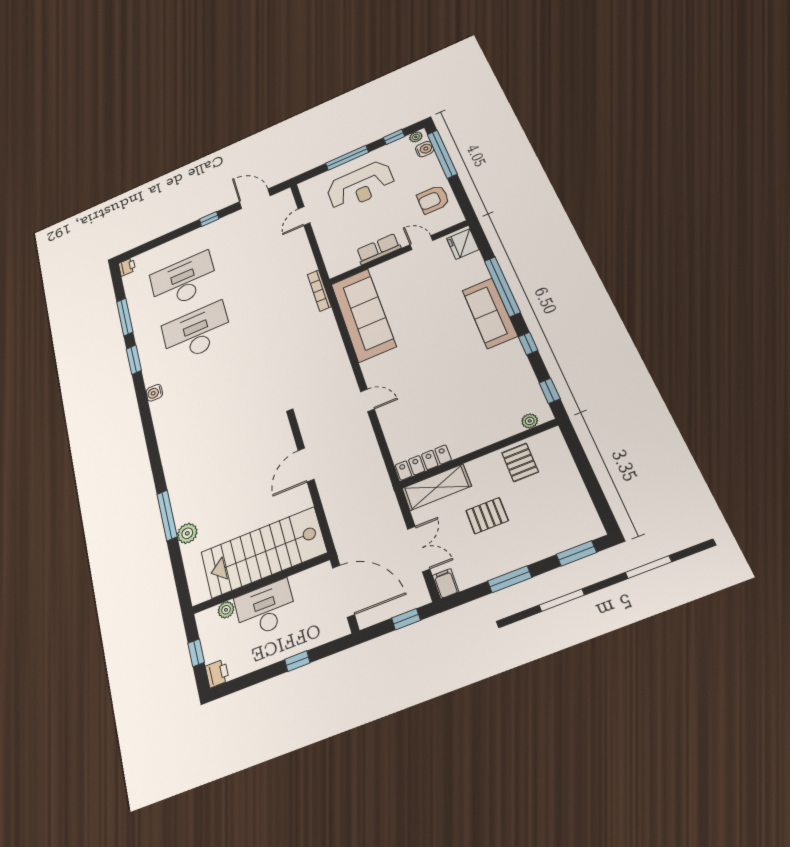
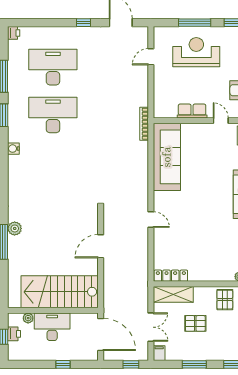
reception desk: (360, 186) -> (196, 52), turned 180
plant: (187, 533) -> (15, 228), moved
printer: (217, 673) -> (14, 334), moved

